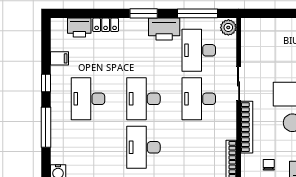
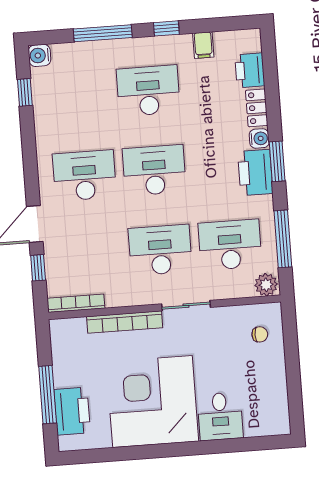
water cooler: (127, 25) -> (259, 138), added
printer: (164, 29) -> (255, 172), moved
chair: (269, 165) -> (260, 334), moved

